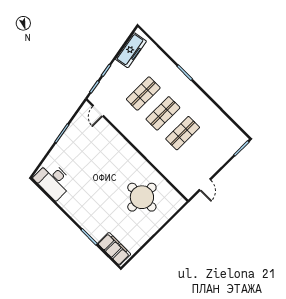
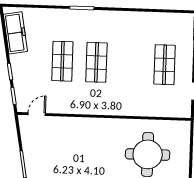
door: (98, 111) -> (37, 114), swing flipped
shop shelf: (183, 133) -> (165, 65), moved

